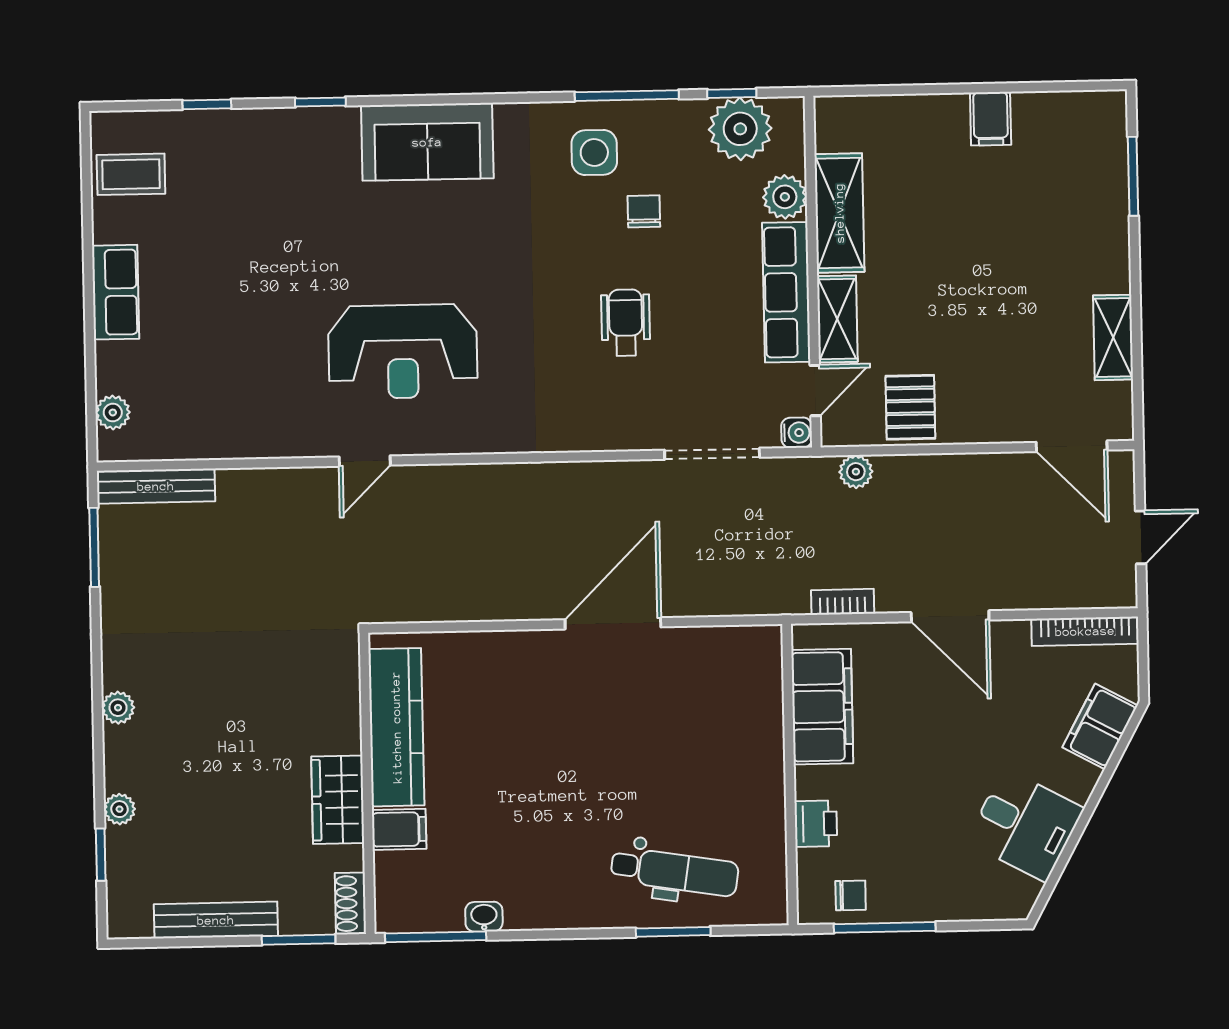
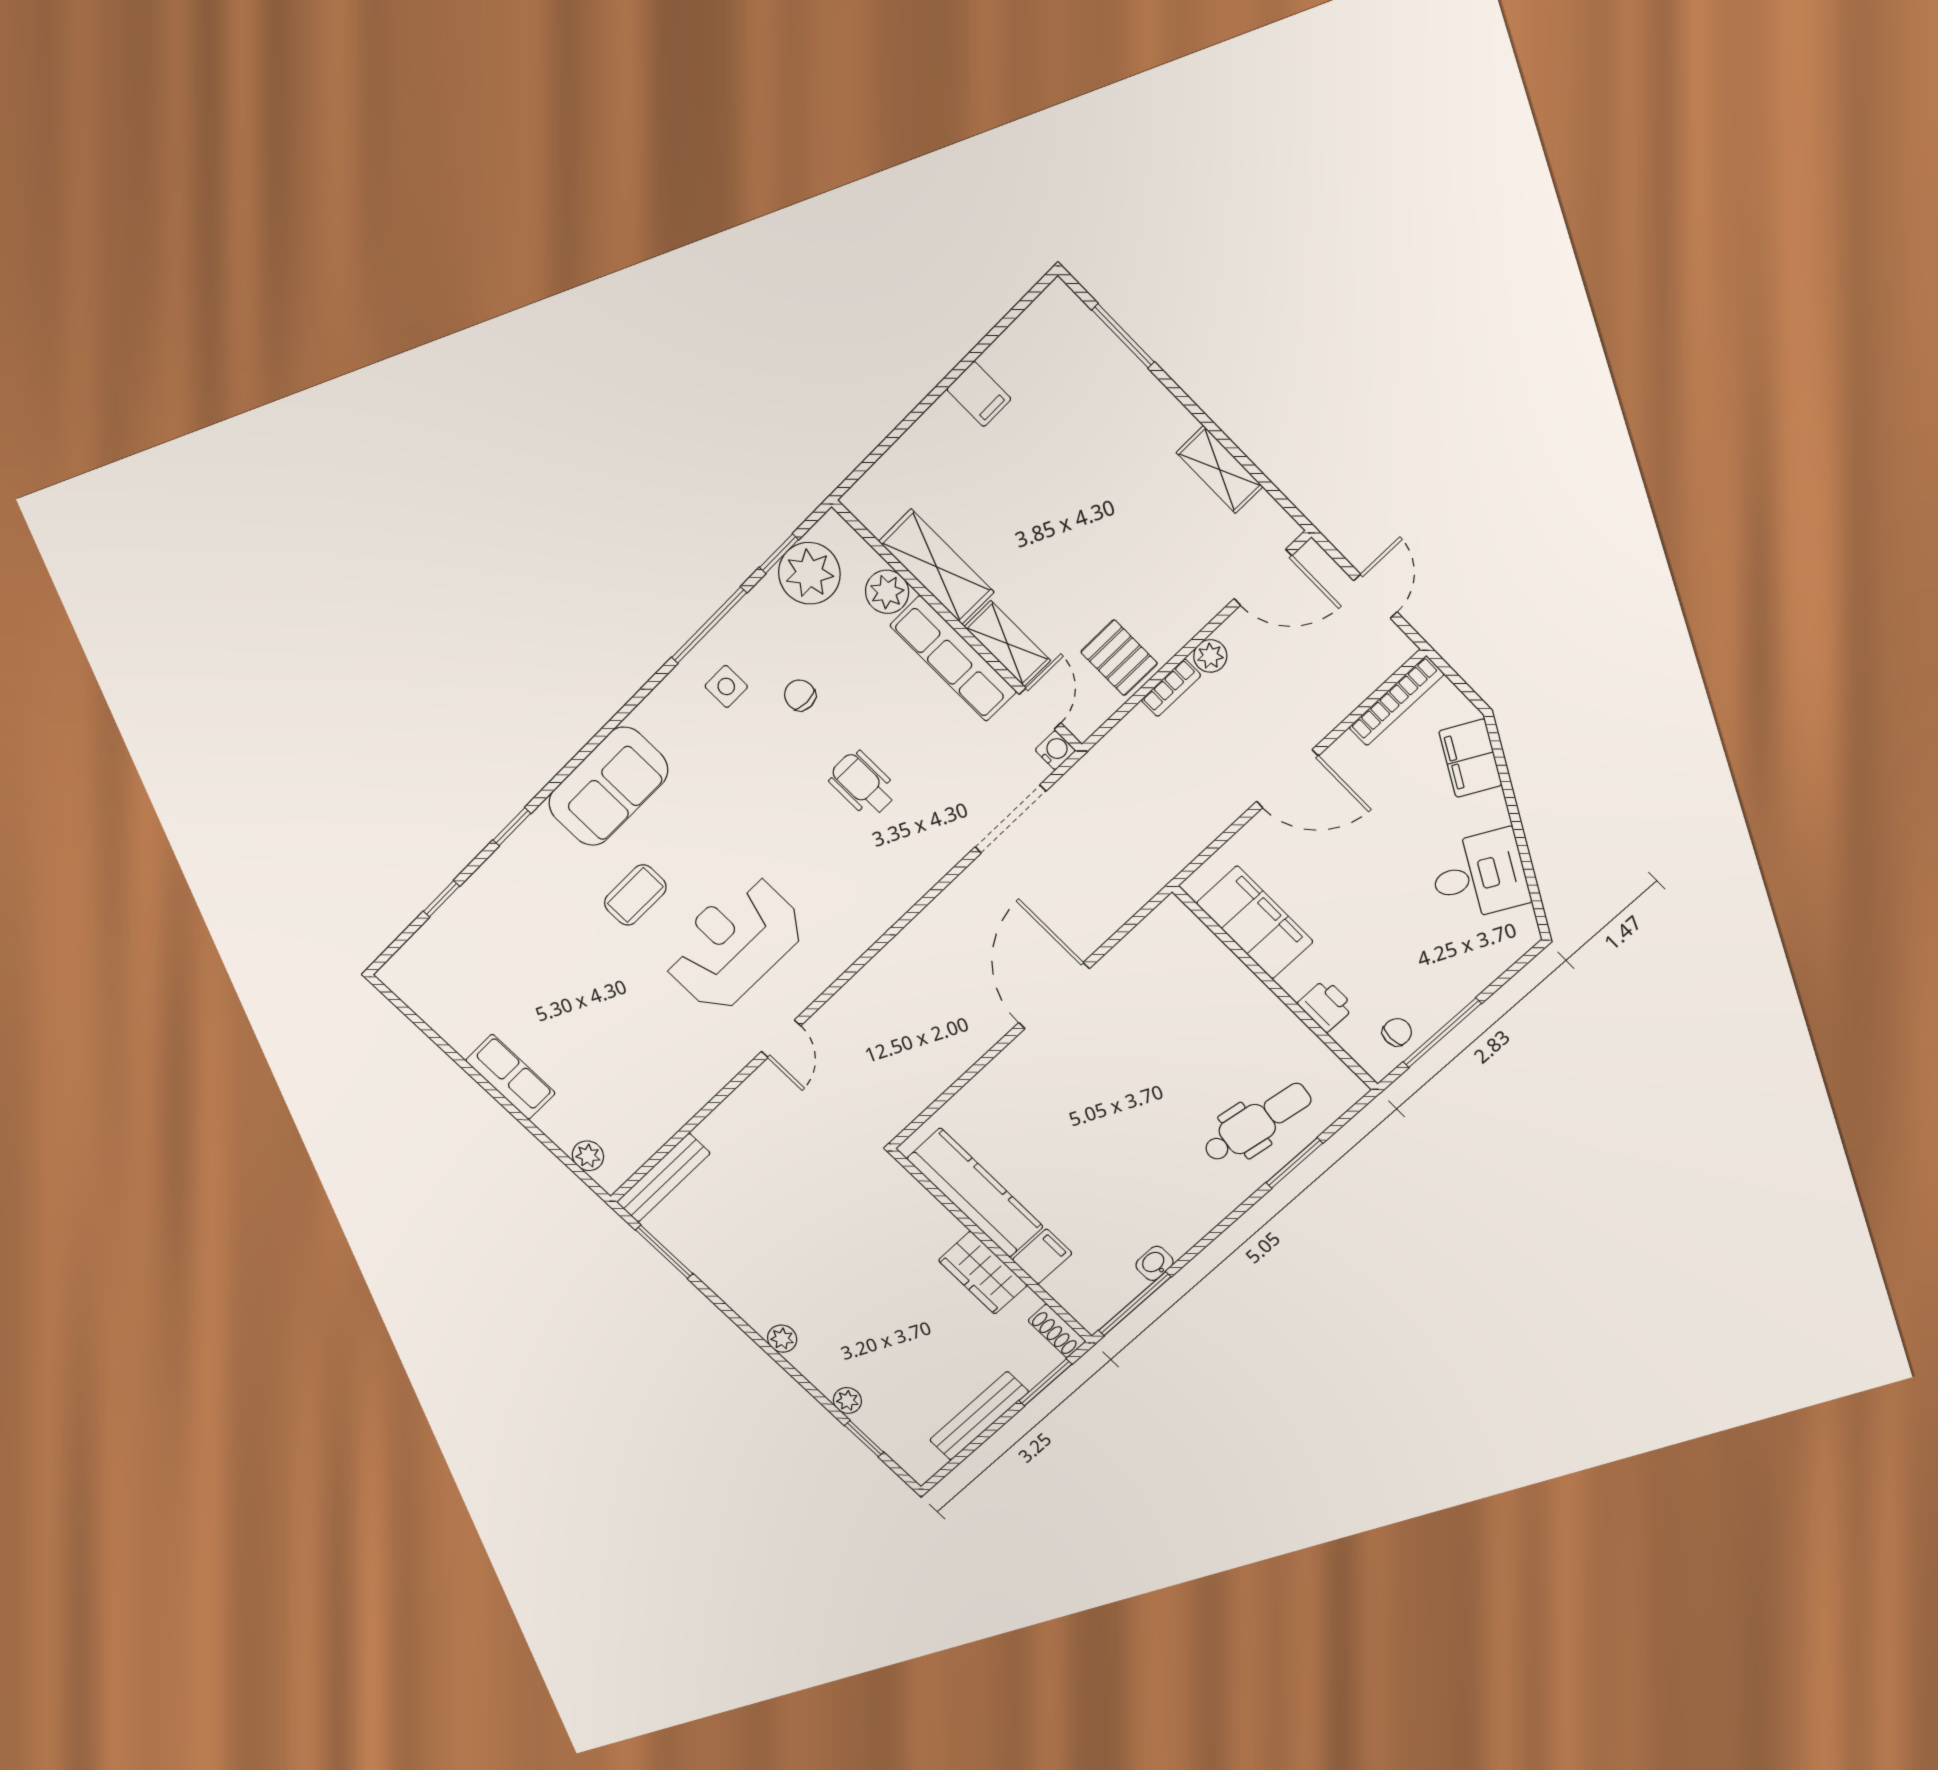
side table: (594, 153) -> (726, 686), width x0.73, depth x0.73
coffee table: (131, 174) -> (635, 895), moved
reception desk: (403, 352) -> (733, 943), turned 180
plant: (856, 472) -> (1210, 656), moved
bookcase: (843, 602) -> (1171, 688), moved, turned 180

